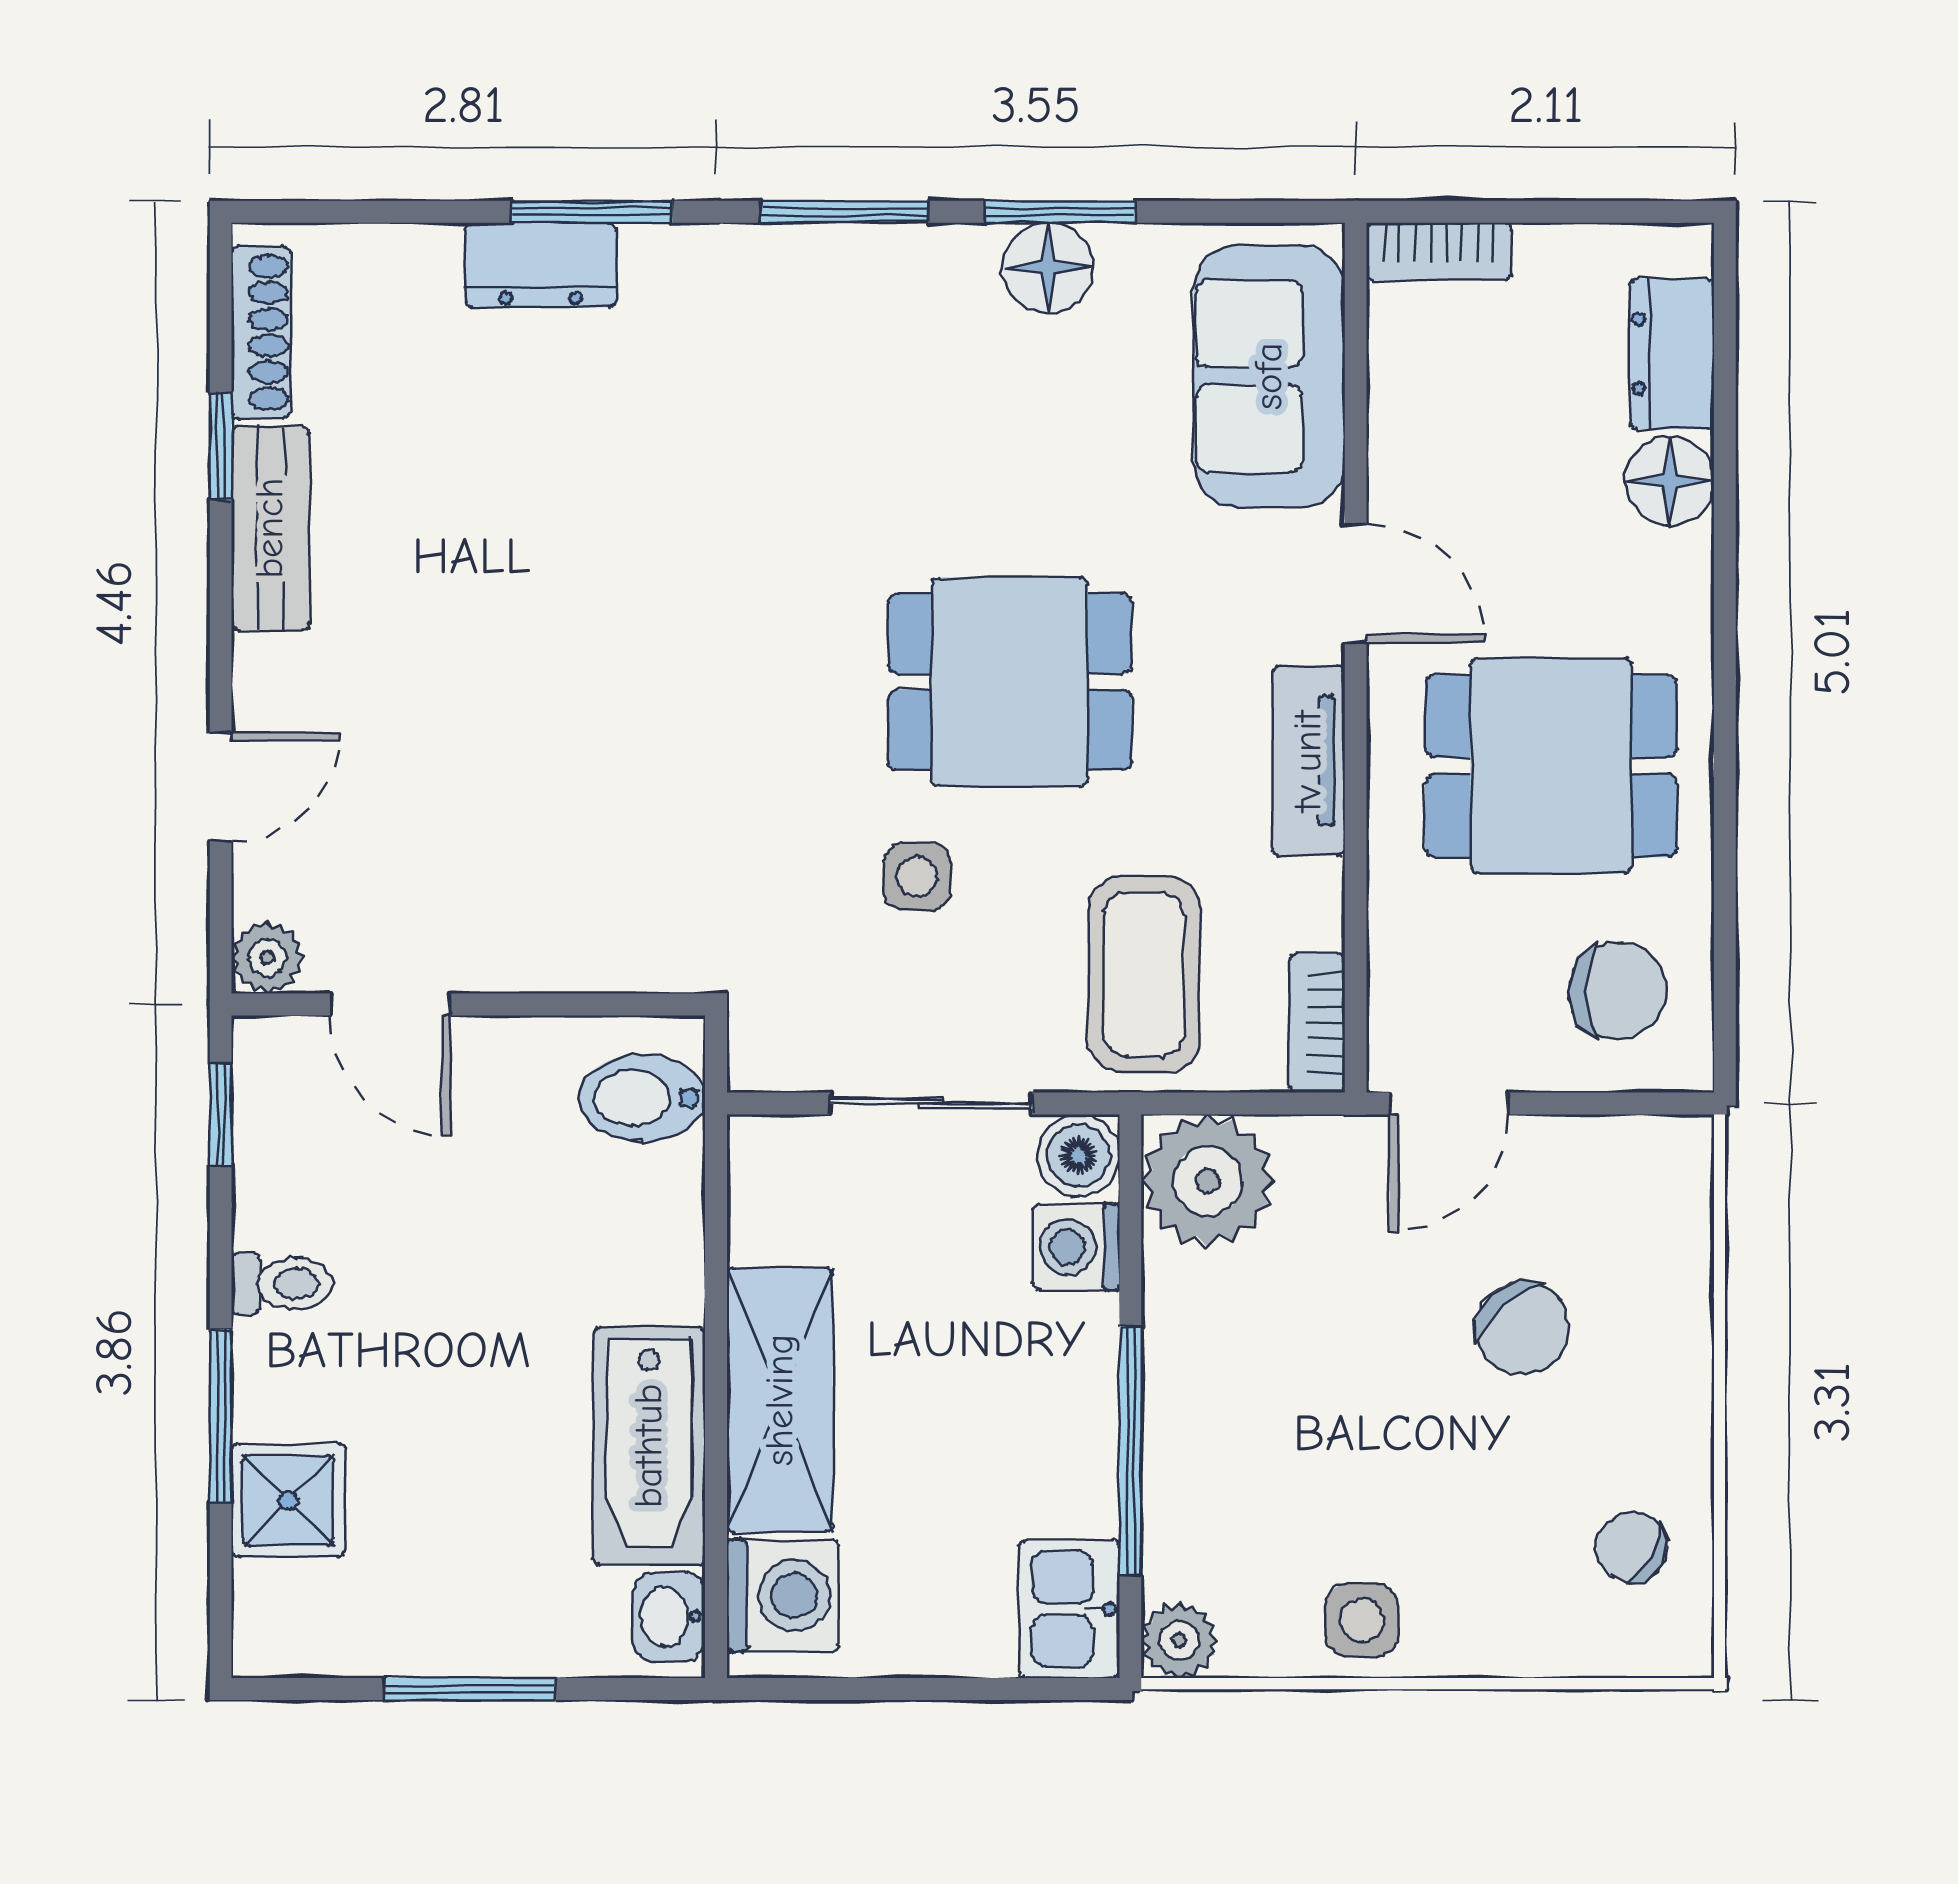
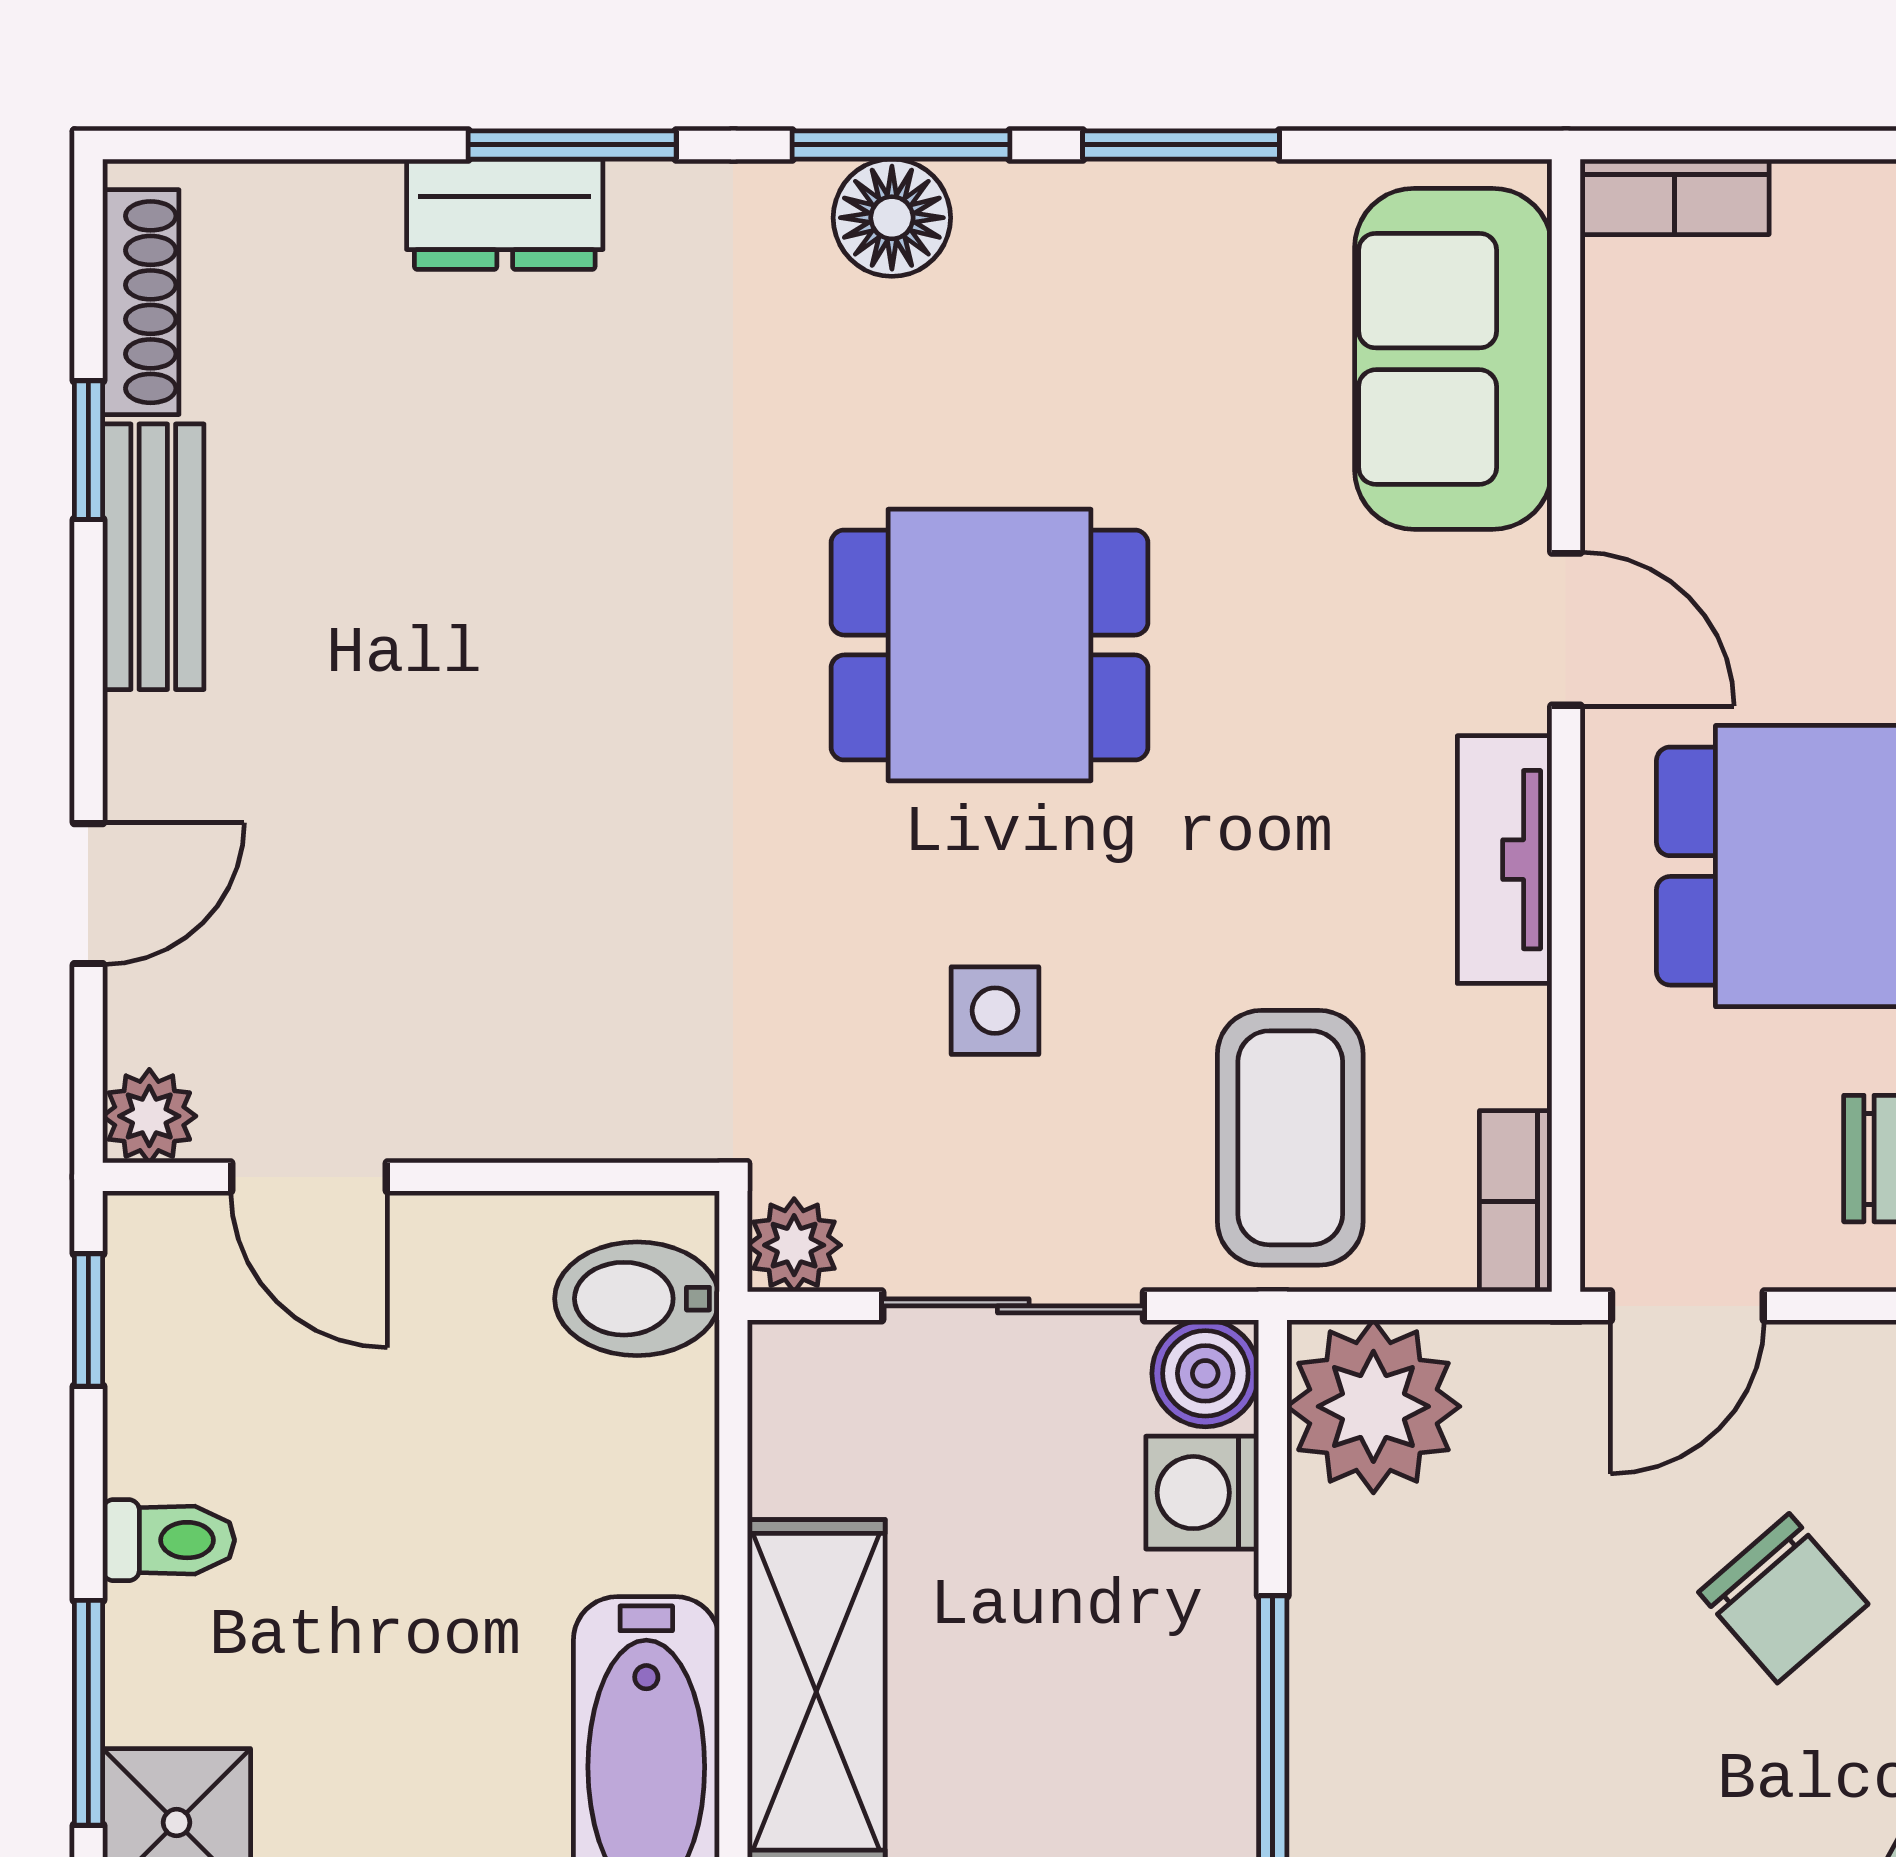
floor lamp: (1048, 268) -> (892, 218), moved
dining table: (1010, 682) -> (989, 645), moved
plant: (763, 1057) -> (794, 1245), added

